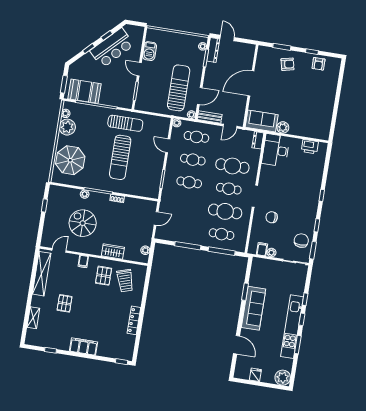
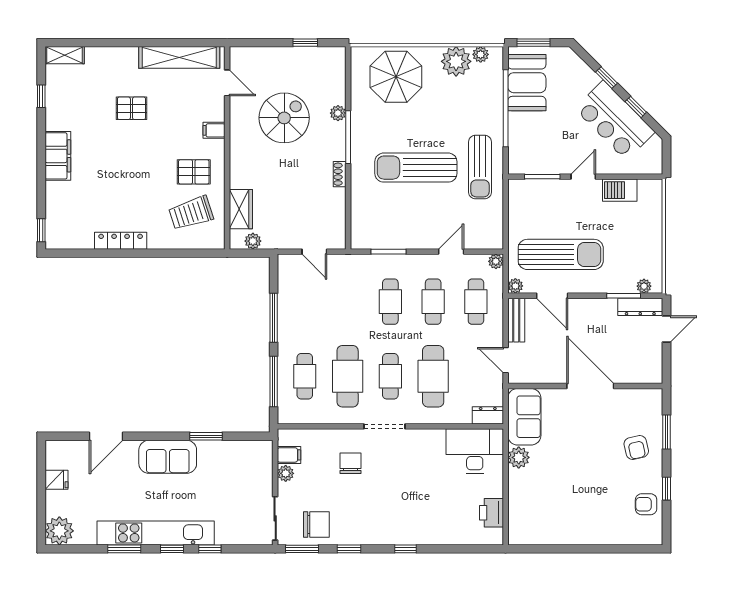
wardrobe: (113, 251) -> (241, 209), moved
sofa: (254, 308) -> (168, 457), width x0.73
shelving: (33, 318) -> (65, 55), moved

